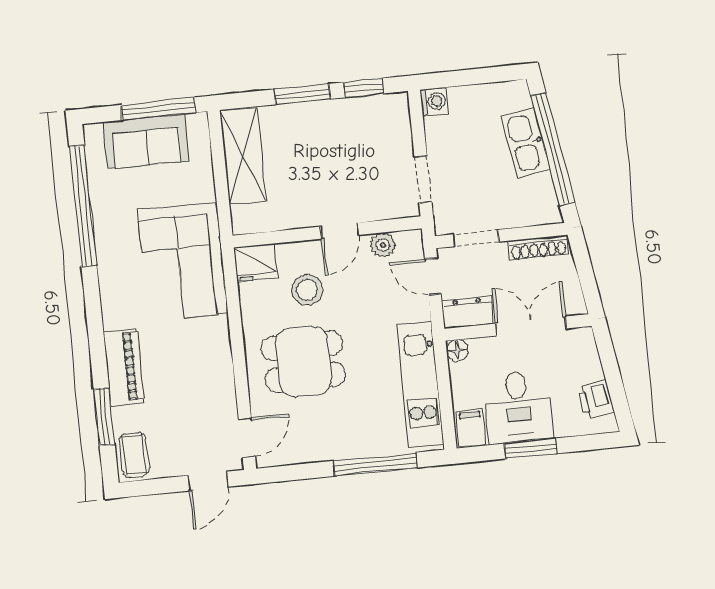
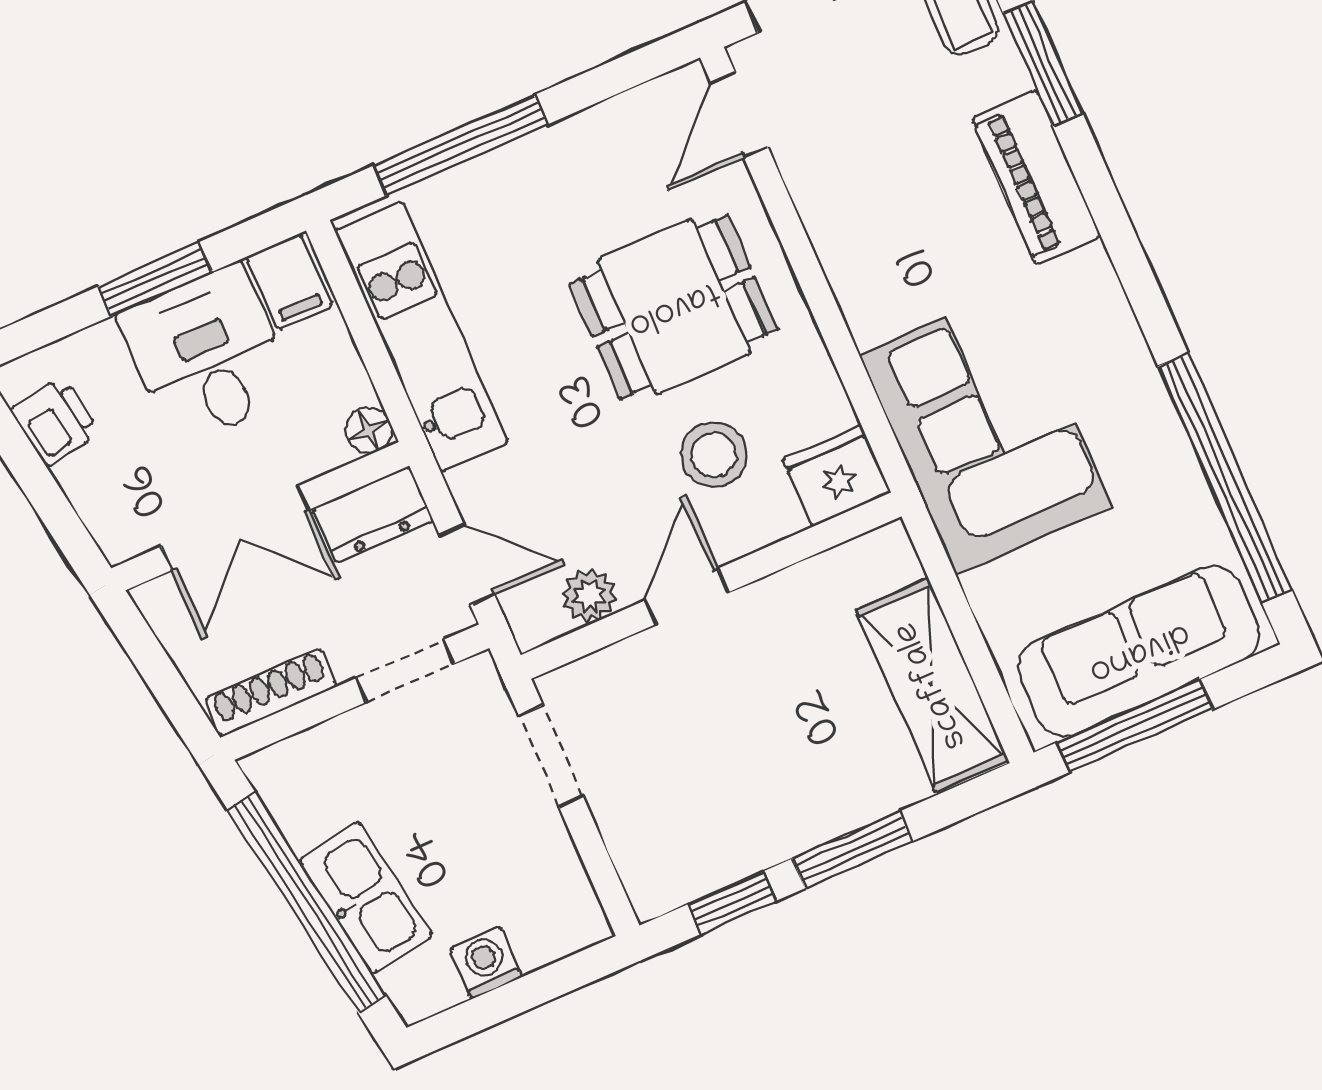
washing machine: (434, 101) -> (486, 963), moved, turned 90
sofa: (146, 141) -> (1139, 651), width x1.36

